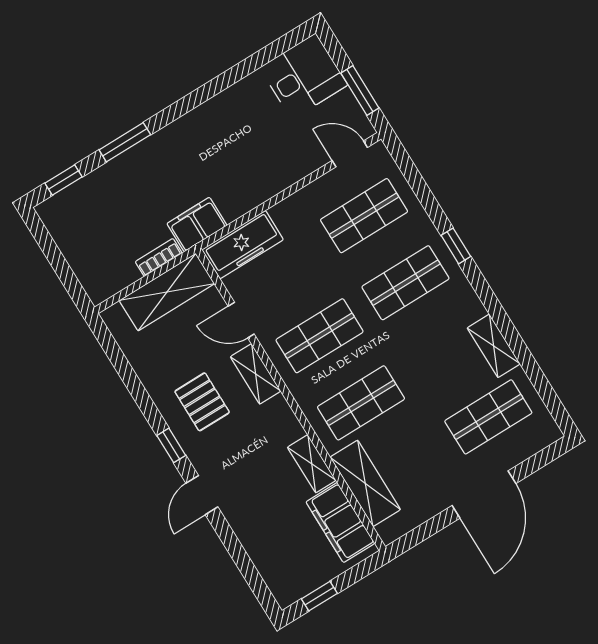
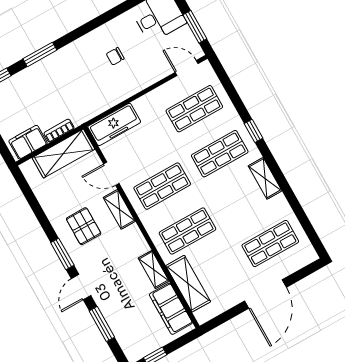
chair: (240, 140) -> (115, 56), added
filing cabinet: (197, 225) -> (28, 142), moved
shelving: (494, 346) -> (265, 178), moved
window: (171, 445) -> (62, 254), width x1.50
window: (236, 550) -> (102, 324), added

